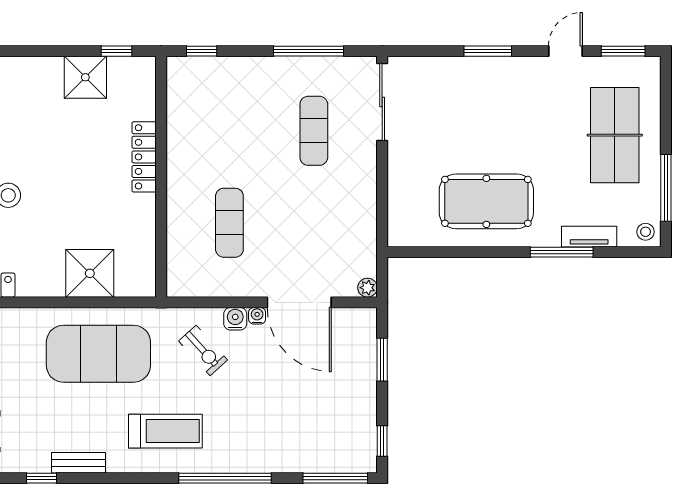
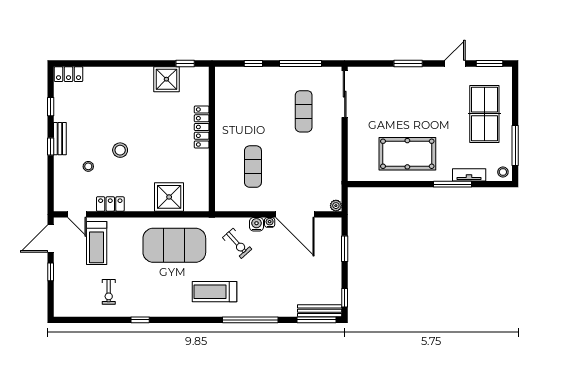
window: (202, 51) -> (253, 64), moved
treadmill: (165, 431) -> (215, 292), turned 180
bench: (78, 463) -> (320, 311), moved, width x1.36

